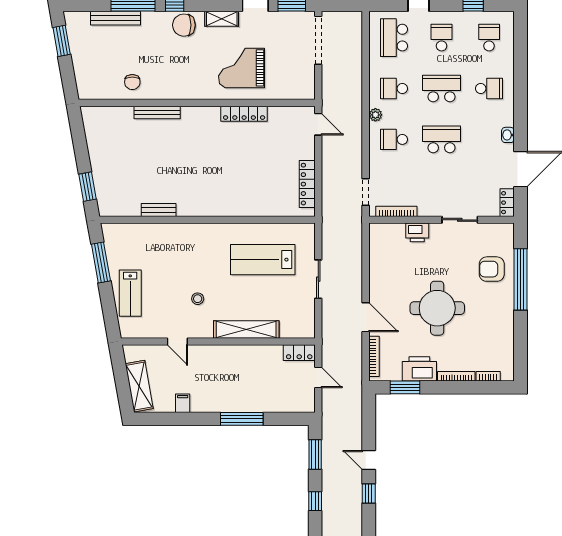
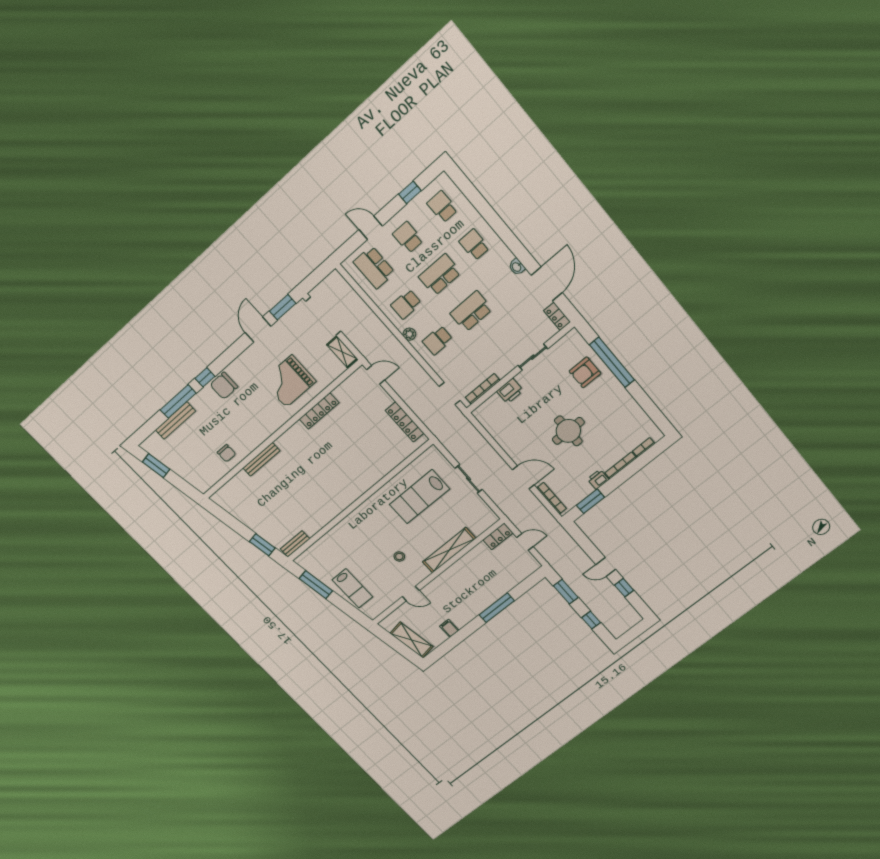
shelving: (222, 19) -> (342, 352), moved, turned 90
school desk: (489, 88) -> (474, 245), turned -90
bench: (159, 210) -> (295, 544), moved
round table: (437, 308) -> (568, 431), width x0.73, depth x0.73
printer: (419, 369) -> (598, 479), width x0.53, depth x0.68

